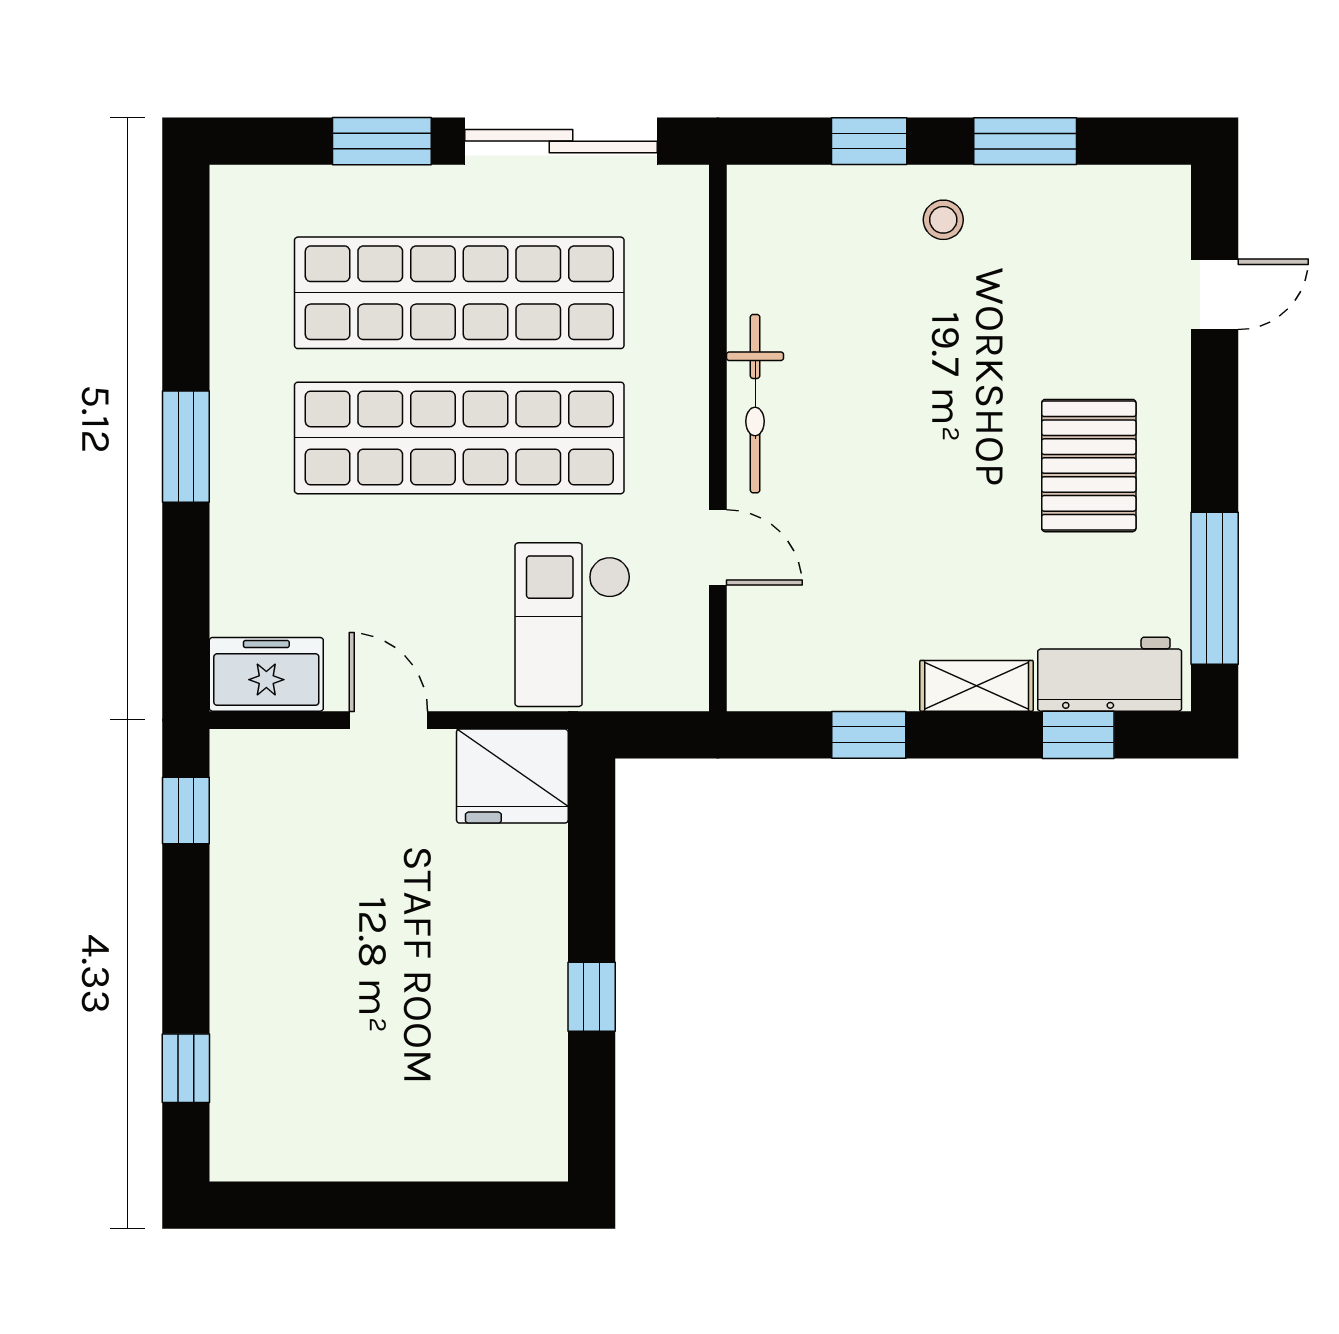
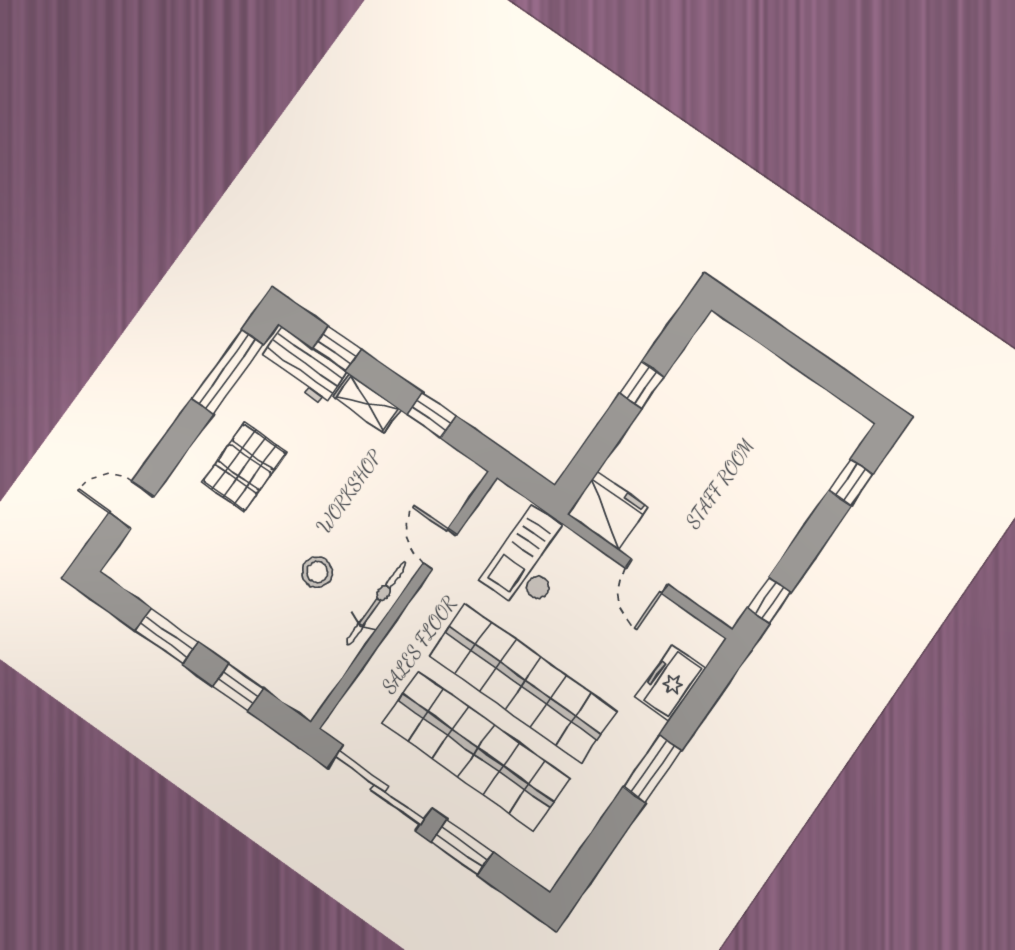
stool: (943, 220) -> (317, 572), moved, width x1.37, depth x1.37
checkout: (573, 625) -> (531, 561), turned 180
freezer: (266, 674) -> (670, 683), moved, turned 90

